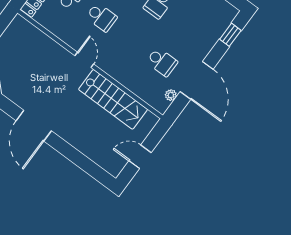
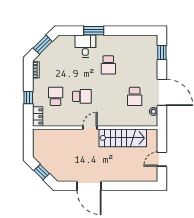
door: (84, 60) -> (90, 128), hinge flipped
school desk: (162, 62) -> (135, 96), turned 90

